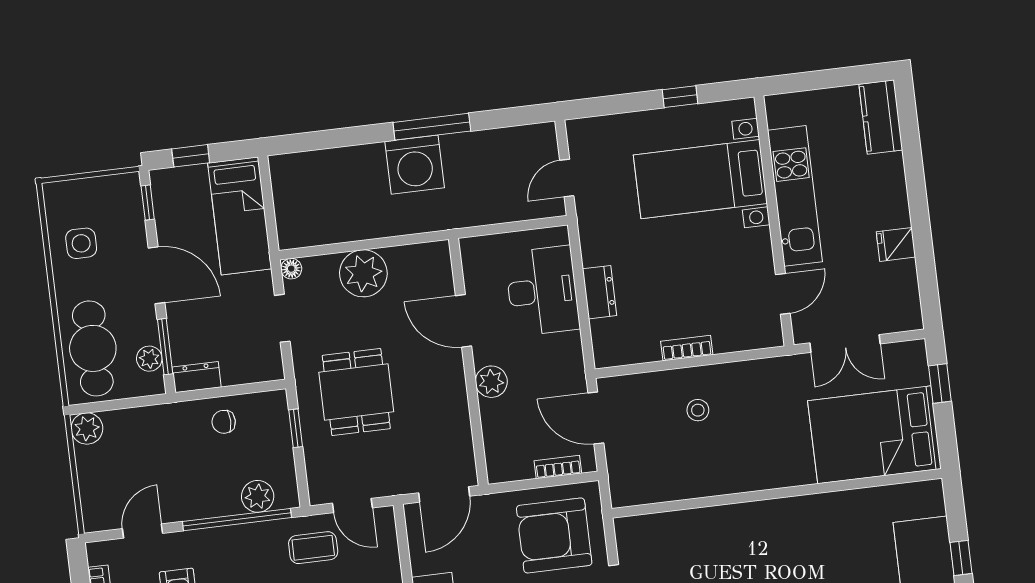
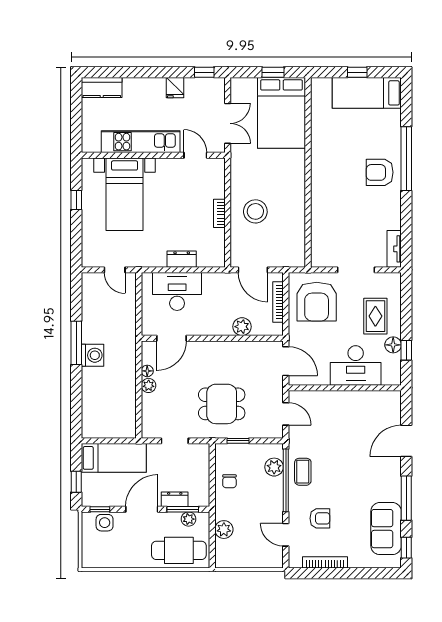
washing machine: (415, 165) -> (93, 355), width x0.73, depth x0.73
side table: (81, 243) -> (105, 523), moved
floor lamp: (291, 269) -> (147, 371), moved
plant: (363, 273) -> (149, 385), width x0.53, depth x0.53
window: (929, 292) -> (204, 72), added
door: (463, 321) -> (171, 338), moved
dresser: (197, 377) -> (175, 499), moved, turned 90
plant: (491, 382) -> (242, 327), moved
window: (940, 383) -> (273, 72), moved
stool: (698, 410) -> (255, 211), width x1.89, depth x1.89
door: (596, 418) -> (253, 270), hinge flipped
plant: (87, 428) -> (224, 530), moved
bookcase: (558, 467) -> (278, 302), width x1.56
door: (352, 506) -> (286, 414), hinge flipped
coffee table: (313, 548) -> (303, 472), moved

